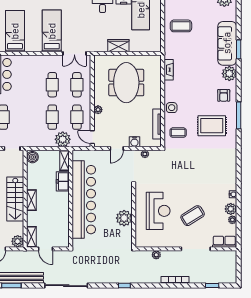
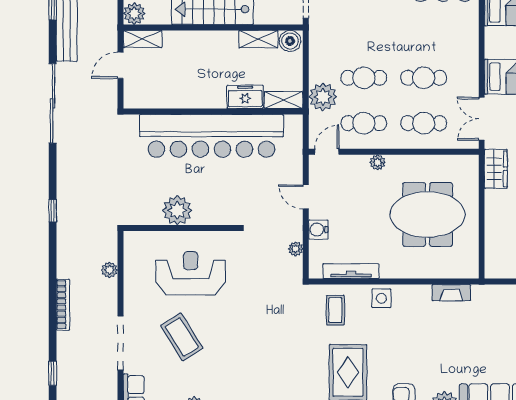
wardrobe: (118, 46) -> (496, 169), moved
shelving: (31, 200) -> (258, 39), moved
reception desk: (158, 211) -> (191, 273), turned 180

